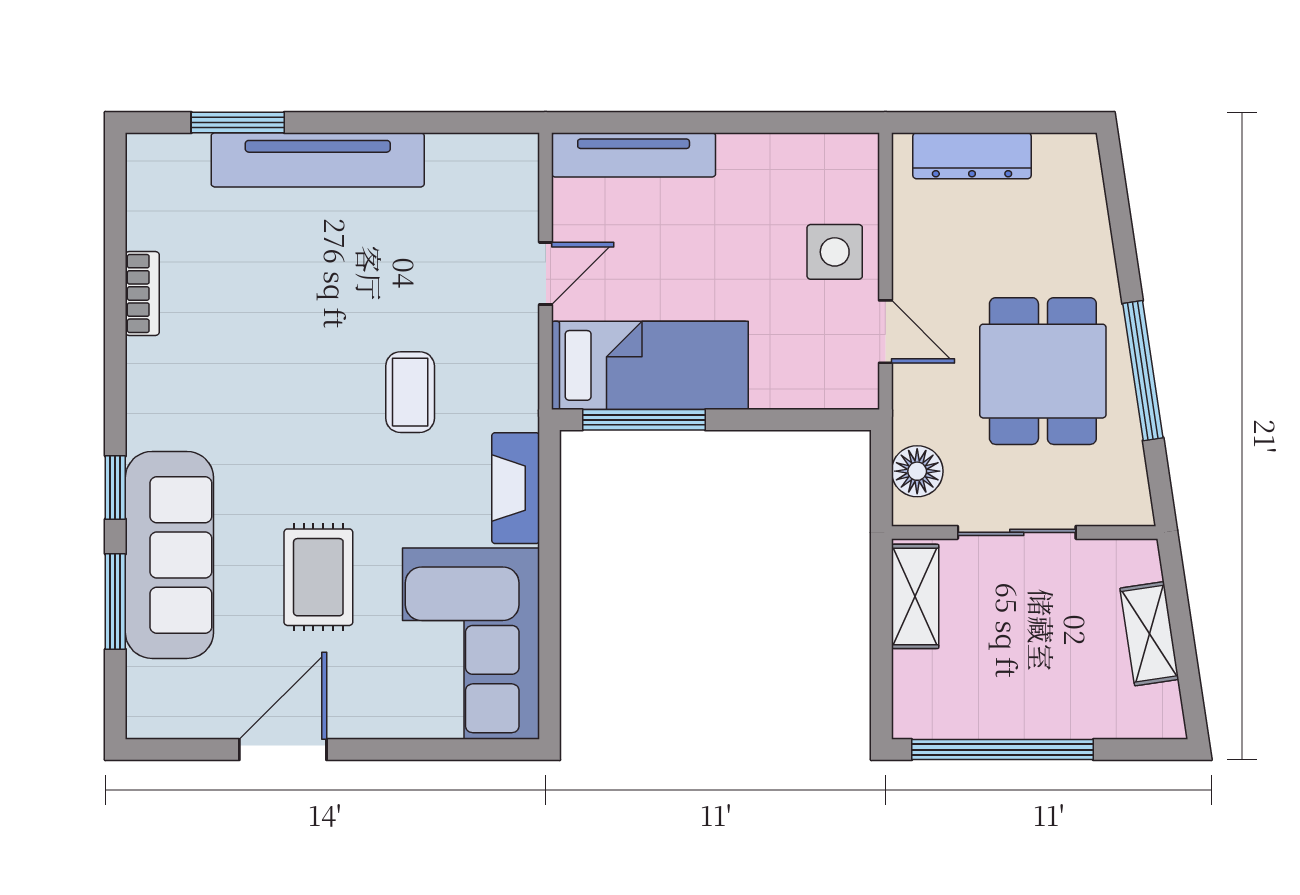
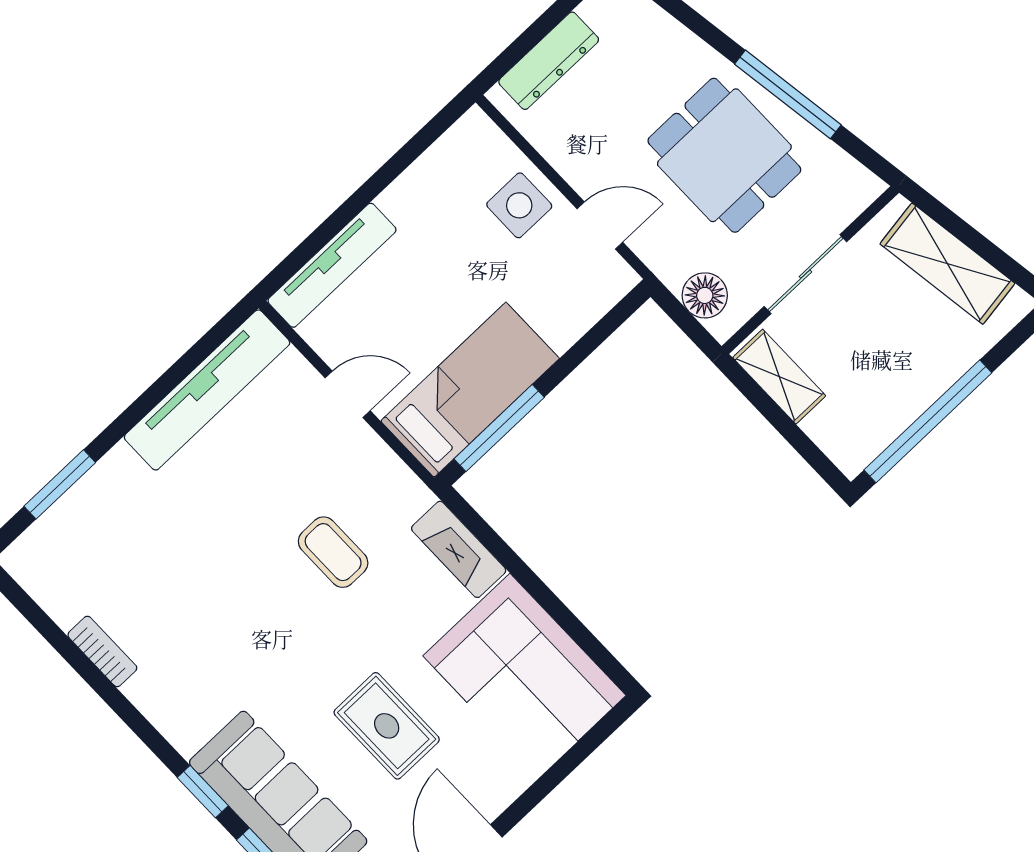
tv unit: (318, 160) -> (207, 390), moved
door: (546, 273) -> (348, 394), hinge flipped
shelving: (1149, 634) -> (947, 264), width x1.50, depth x1.33

